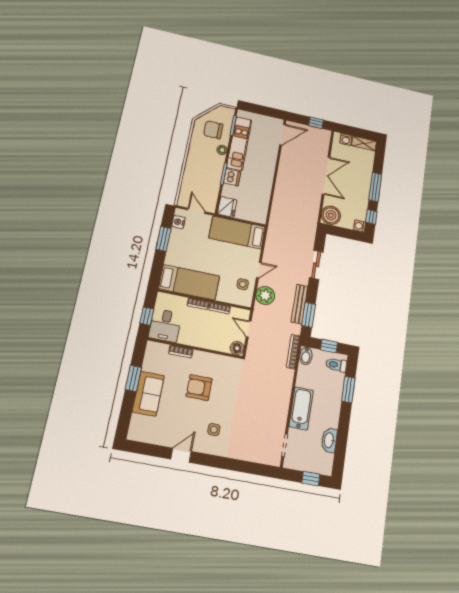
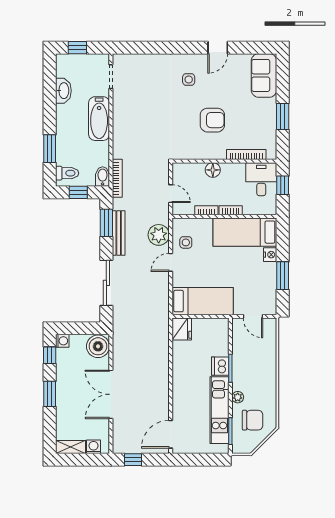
window: (375, 187) -> (50, 394), width x0.69
fridge: (227, 207) -> (182, 329), moved, turned 180
nightstand: (178, 222) -> (270, 255), moved
sliding door: (316, 265) -> (106, 283), width x1.37
floor lamp: (237, 348) -> (213, 170), moved
bookcase: (181, 351) -> (246, 155), width x1.56
sofa: (148, 394) -> (264, 75), moved

